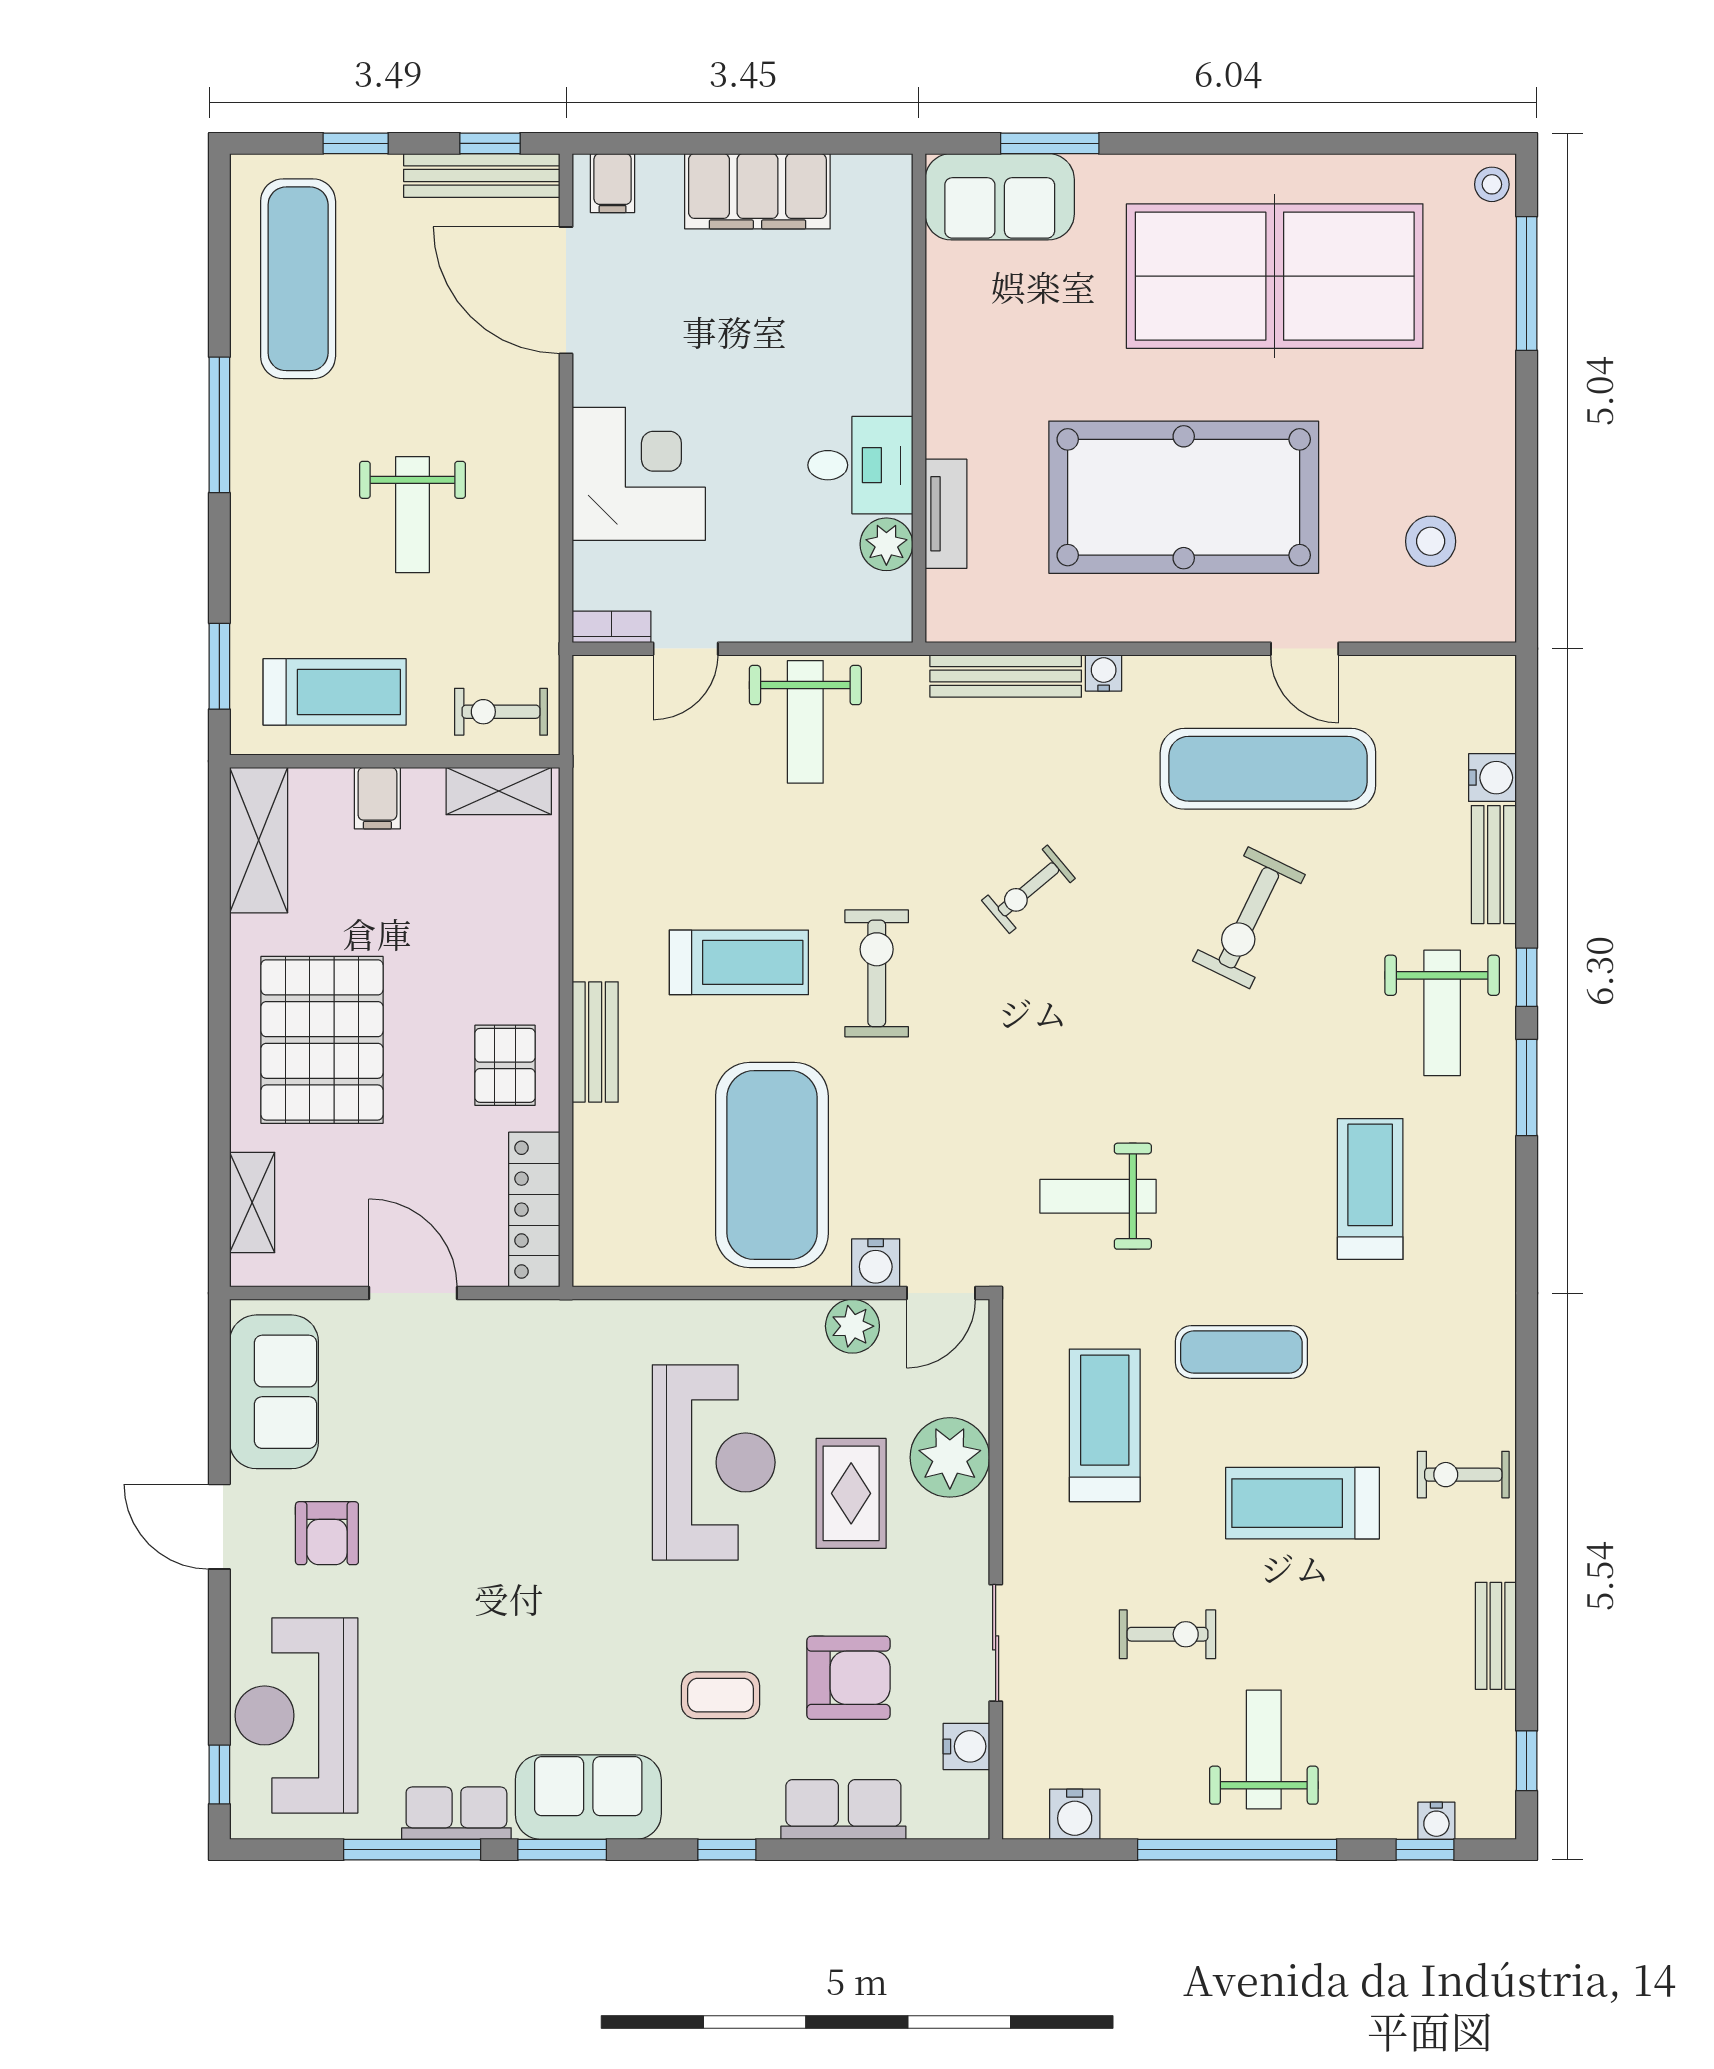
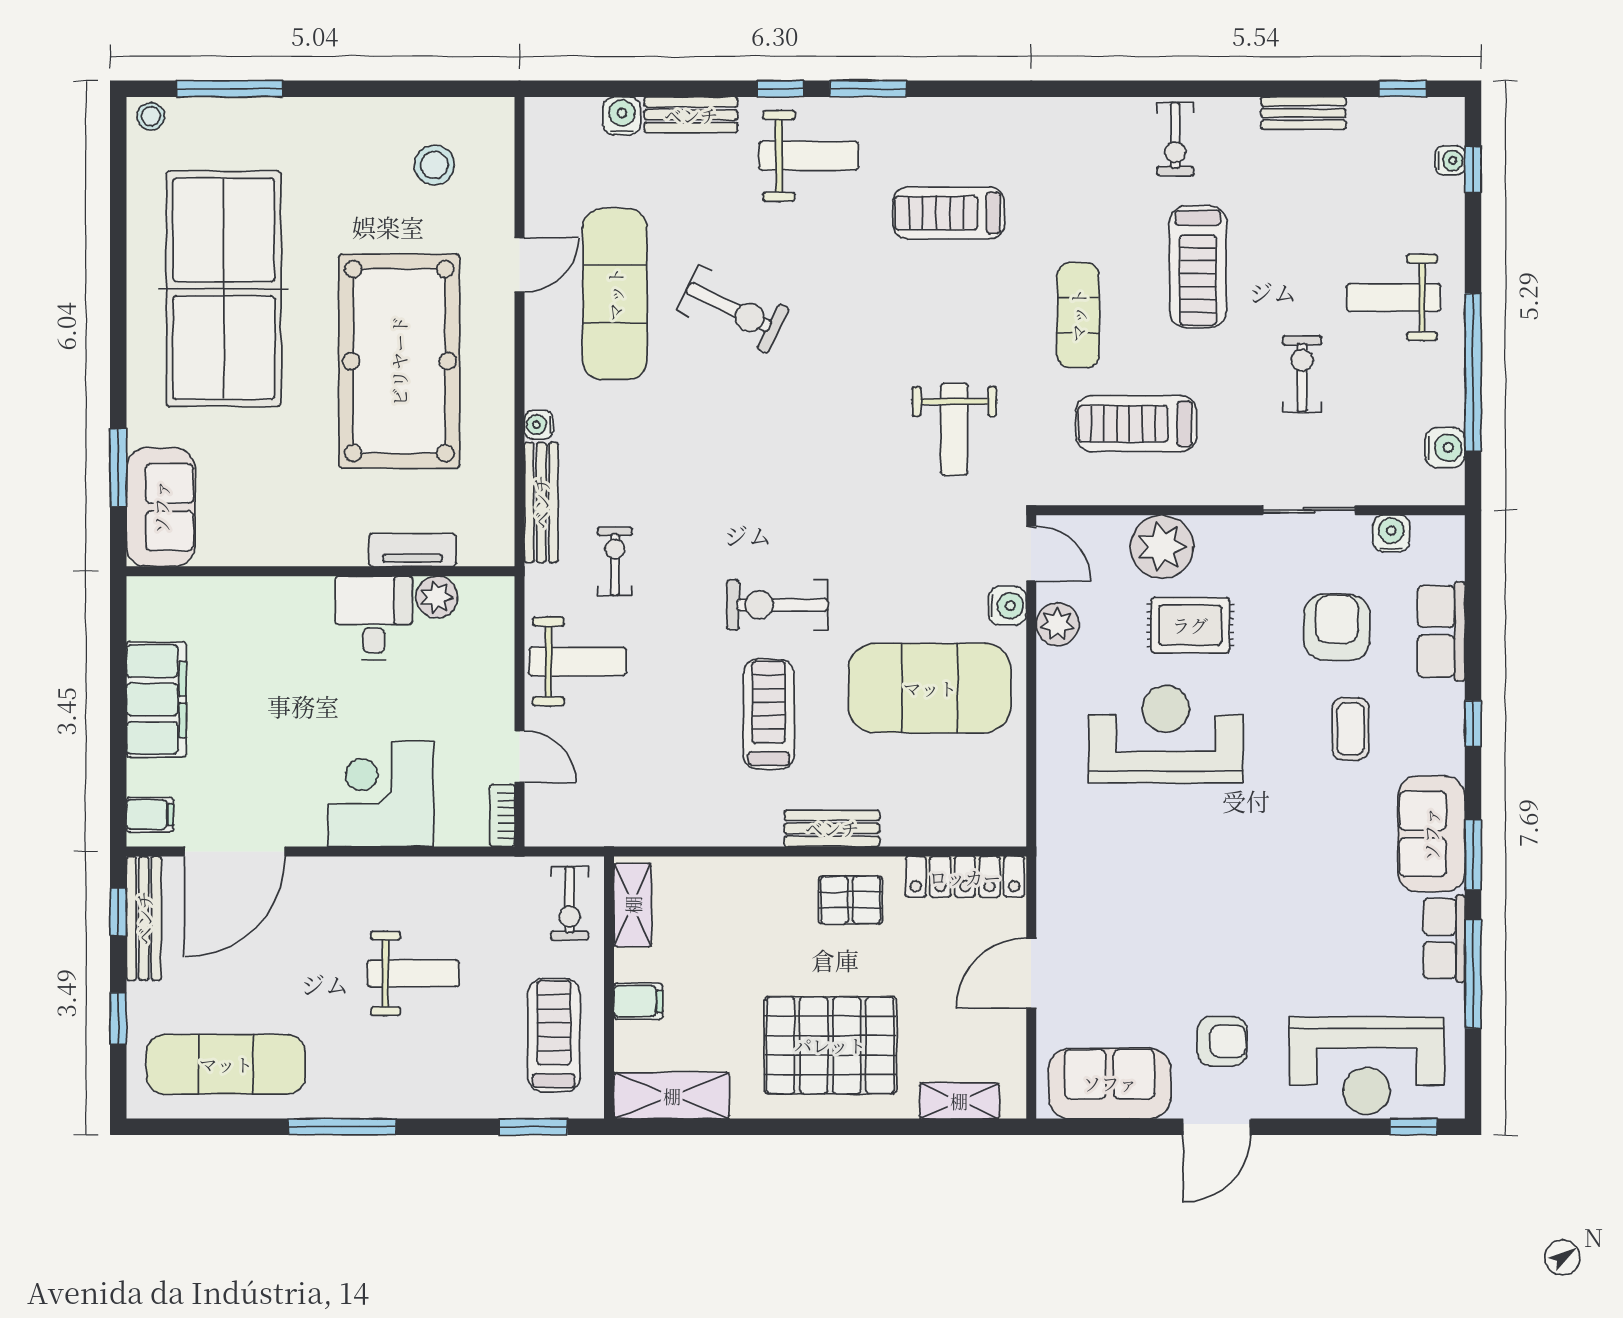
exercise bike: (1028, 889) -> (615, 561), moved, turned -140
window: (1237, 1850) -> (1473, 372), moved

